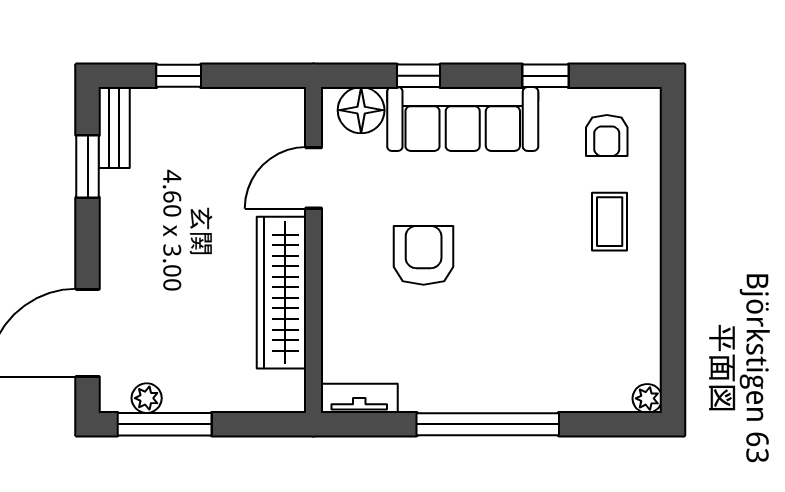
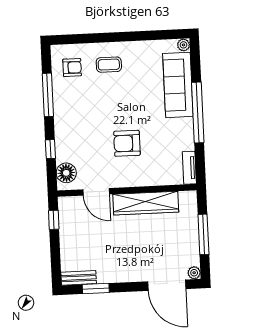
window: (179, 76) -> (54, 220), moved
window: (545, 76) -> (48, 95), width x2.17
sofa: (463, 119) -> (178, 85), moved, turned 180
plant: (147, 398) -> (194, 273), moved
window: (165, 424) -> (203, 234), moved

